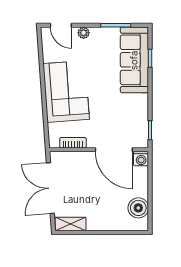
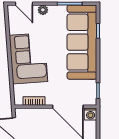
sofa: (134, 60) -> (82, 42), width x1.36, depth x1.27

